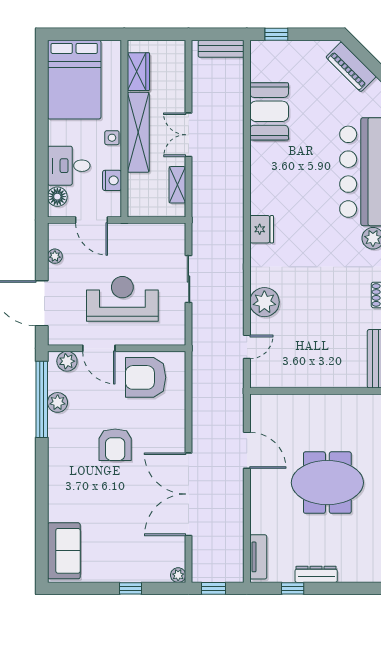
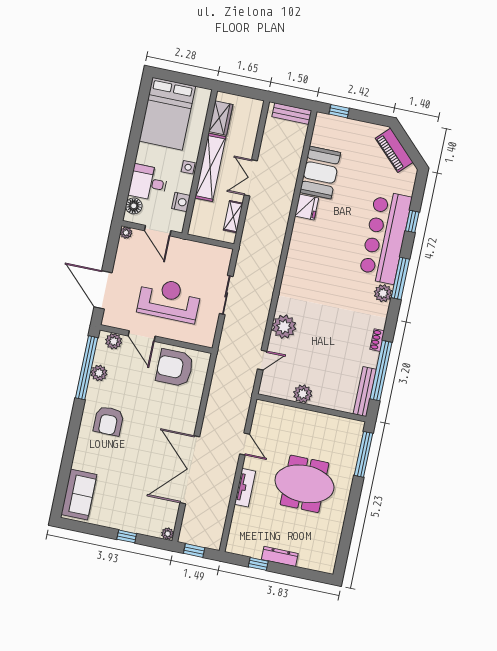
fridge: (262, 229) -> (307, 207), moved
plant: (55, 256) -> (126, 233), moved
plant: (303, 377) -> (303, 394), added
armchair: (115, 445) -> (109, 421), moved
door: (247, 450) -> (245, 444), width x0.73
tv unit: (258, 557) -> (245, 488), moved

